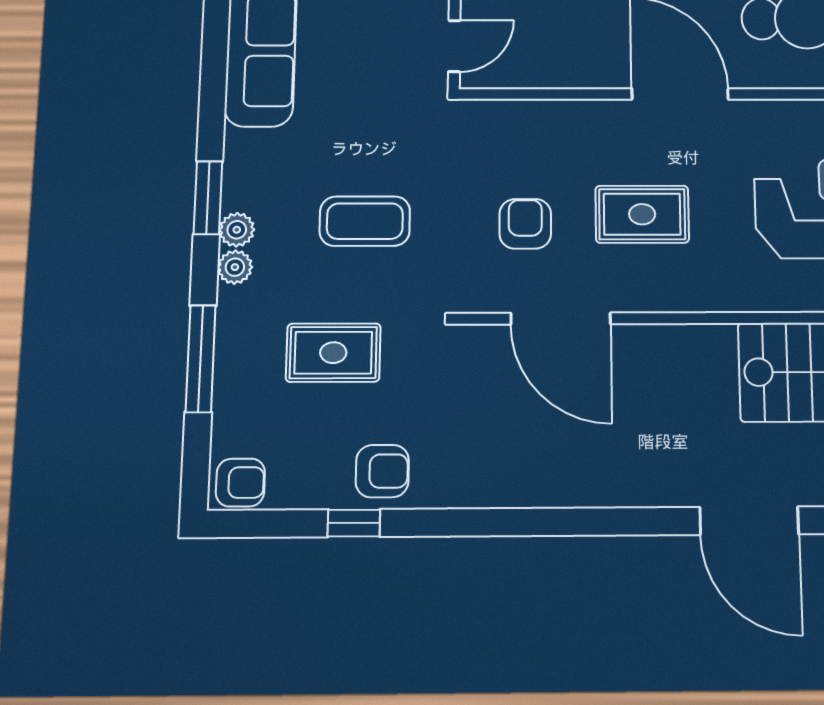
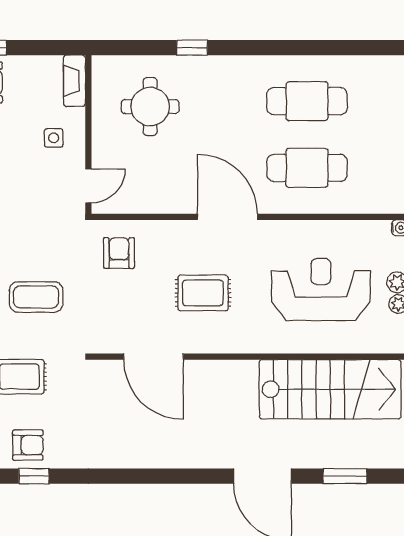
armchair: (525, 224) -> (119, 253), moved
armchair: (382, 471) -> (28, 445), moved

